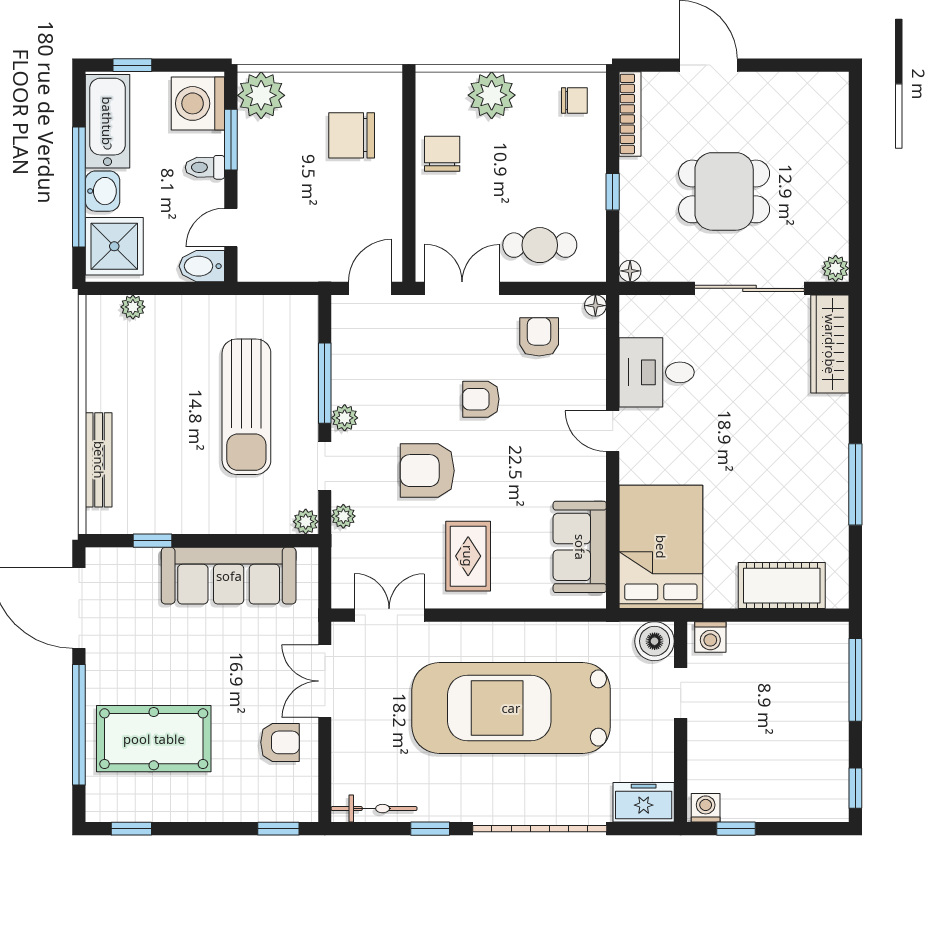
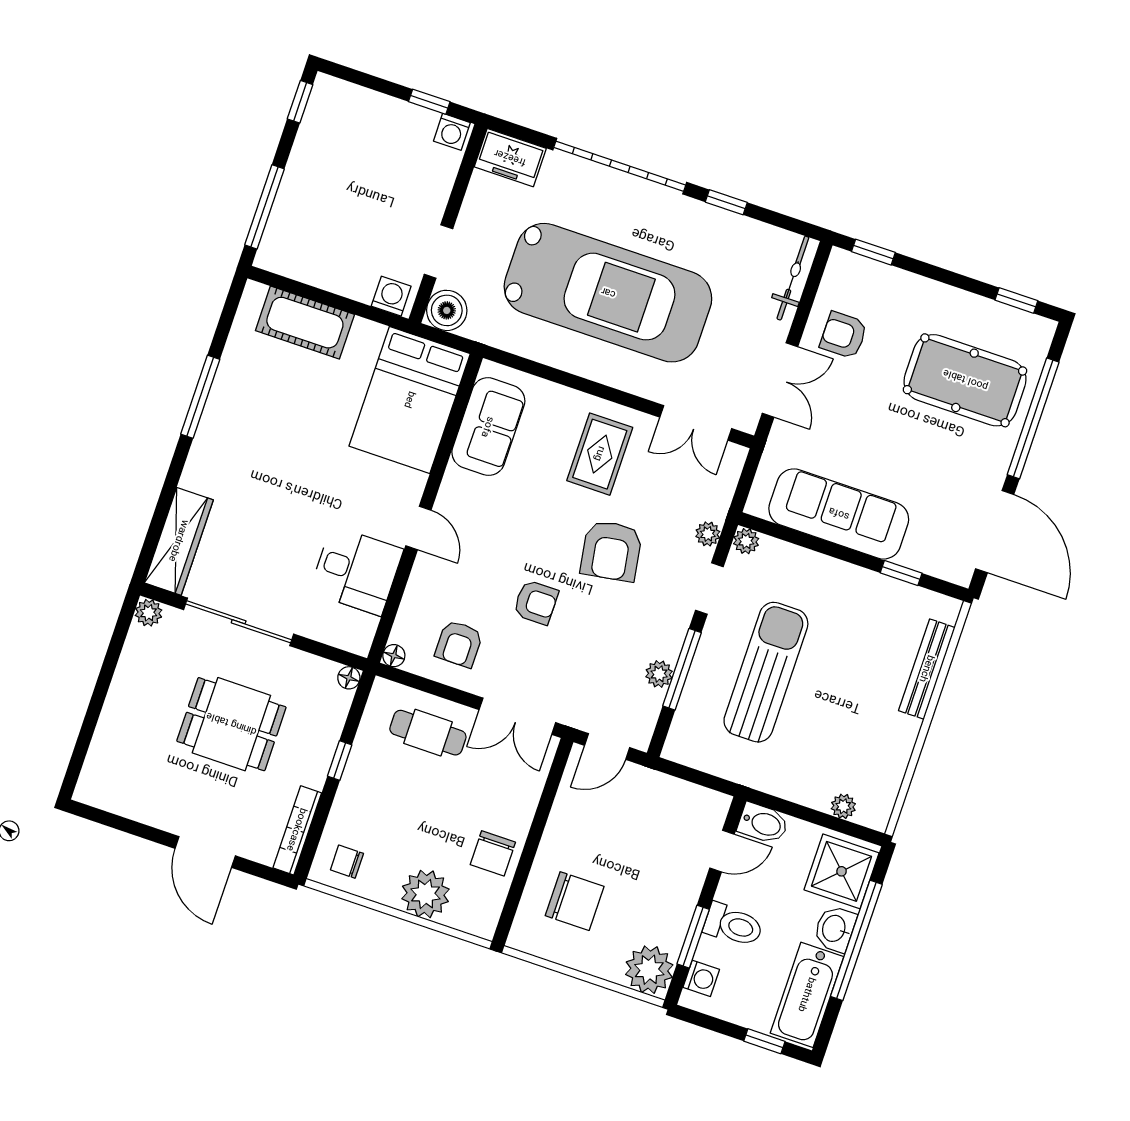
washing machine: (198, 103) -> (701, 978), width x0.53, depth x0.53
toilet: (205, 167) -> (733, 925), width x1.37, depth x1.39
plant: (345, 418) -> (659, 674), moved
armchair: (427, 471) -> (611, 551), turned 81
bicycle: (374, 809) -> (793, 278), moved, turned 90

